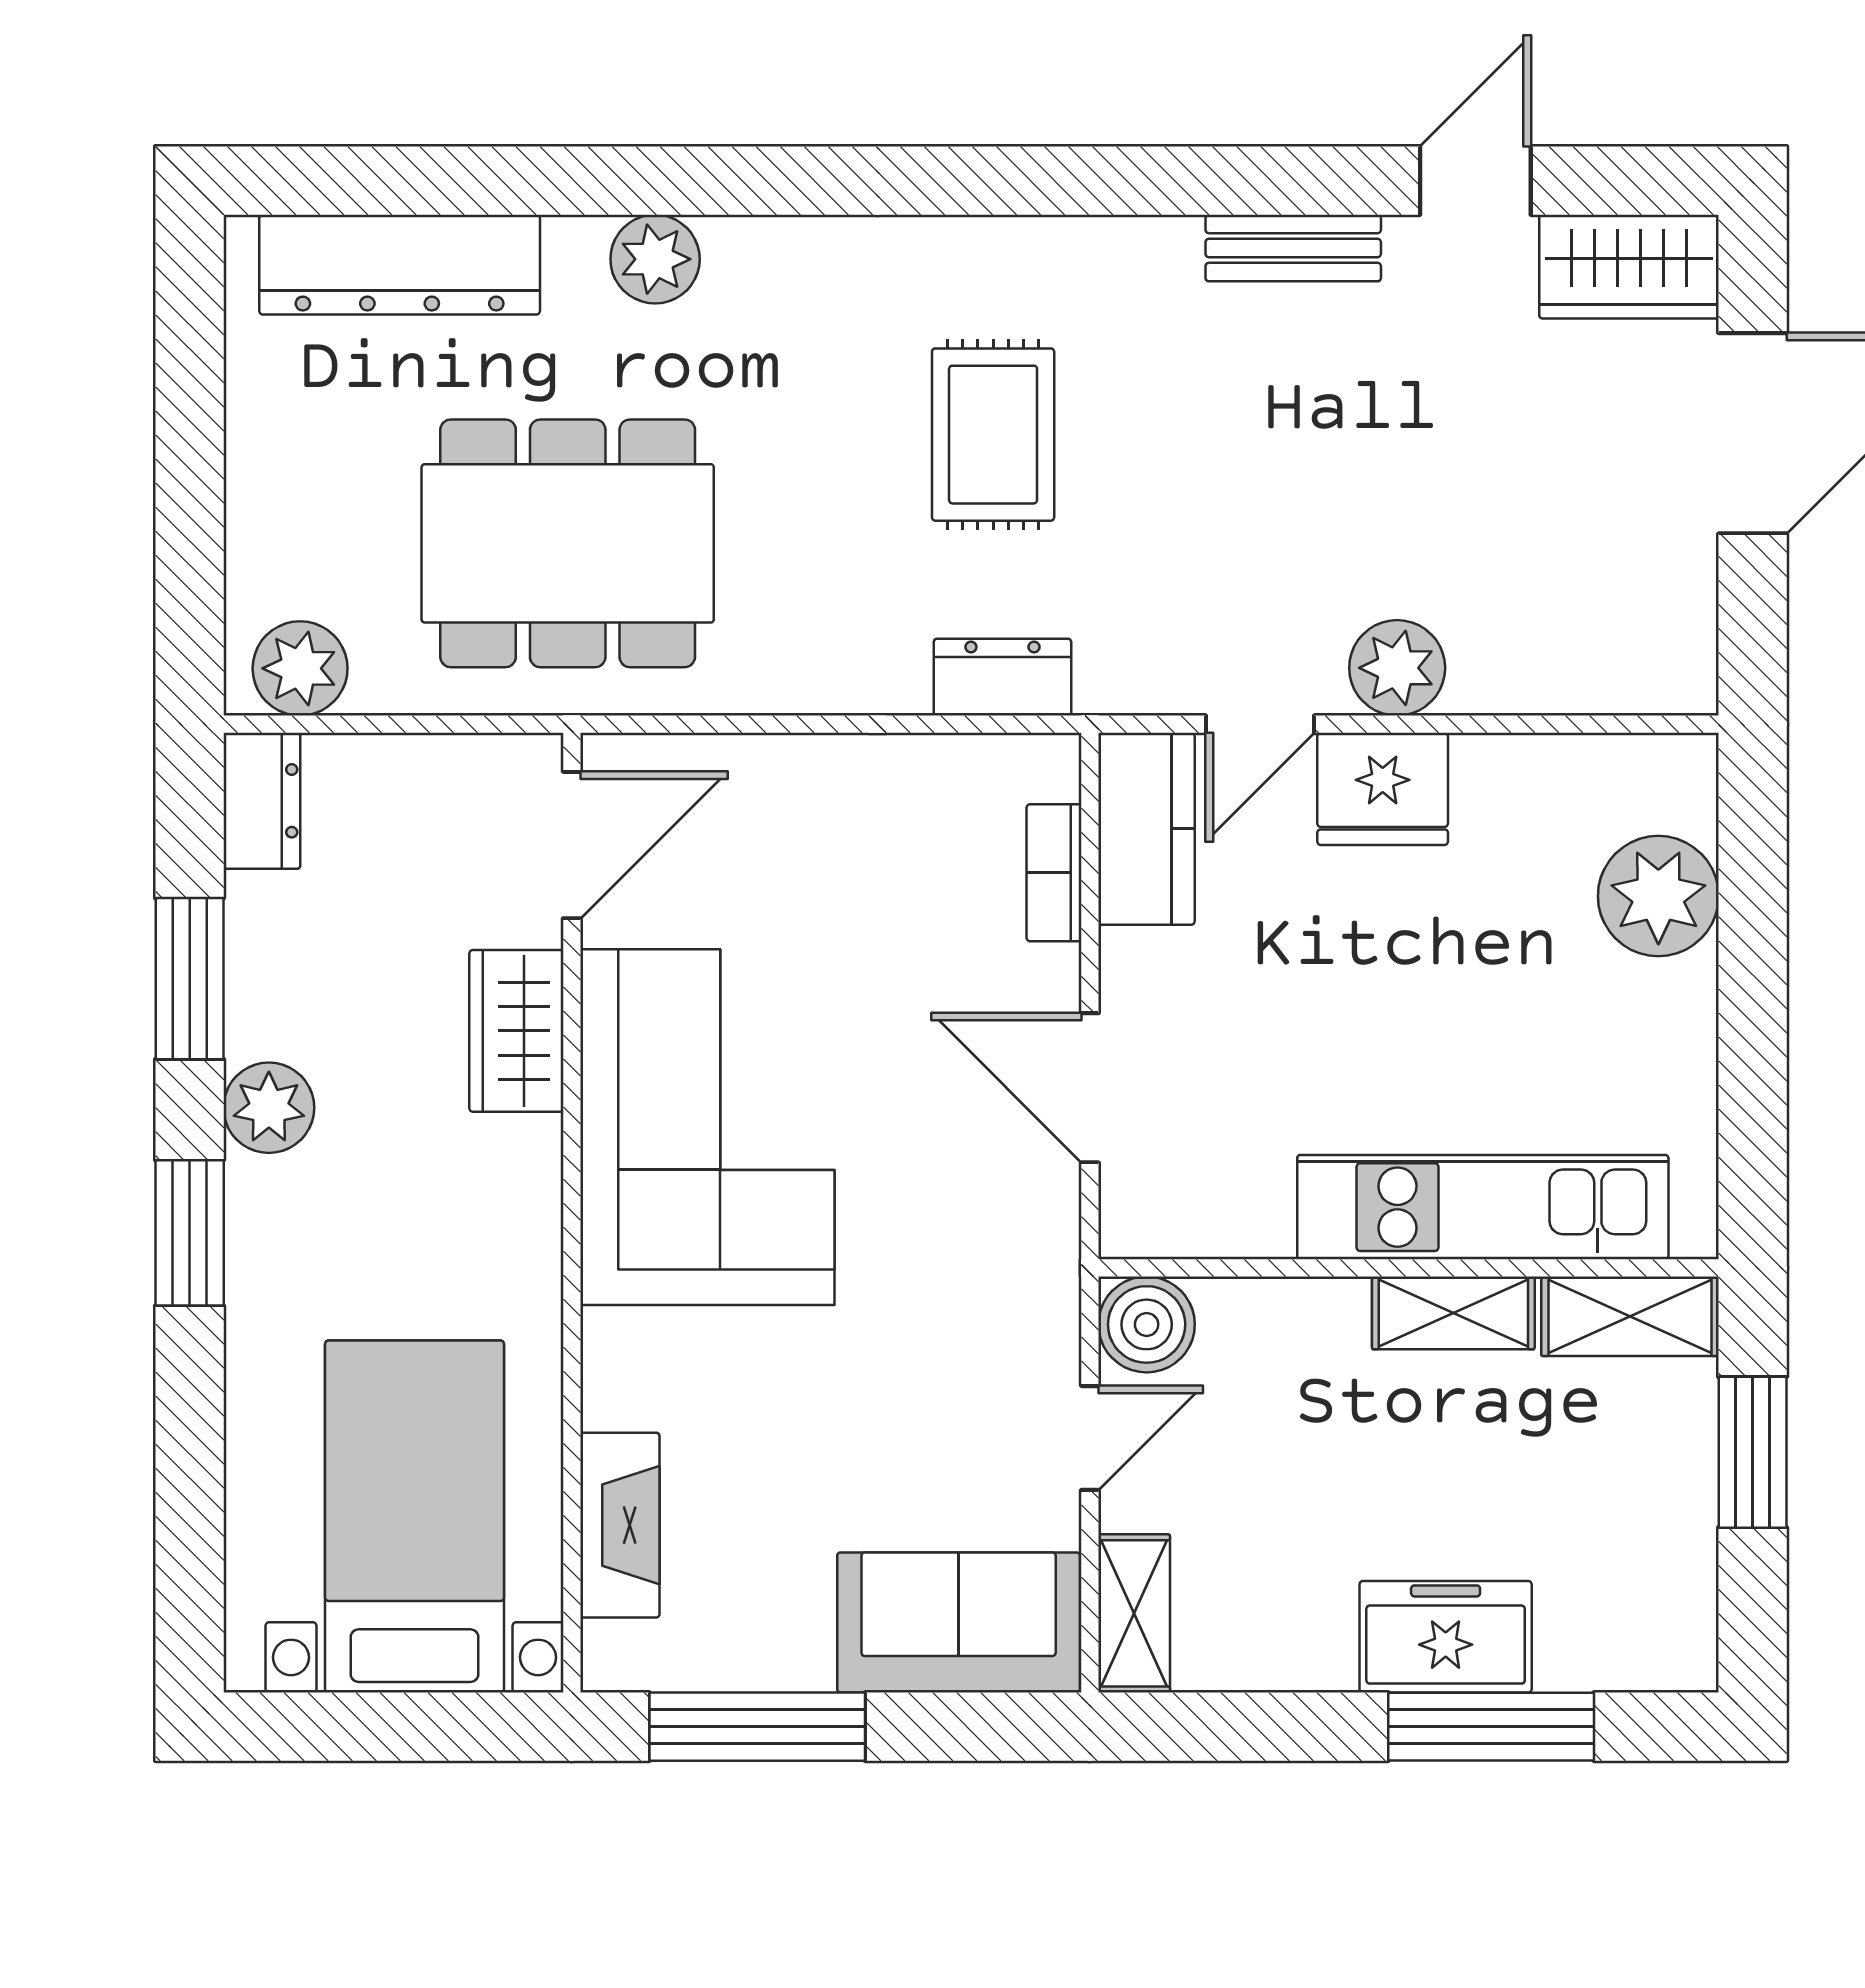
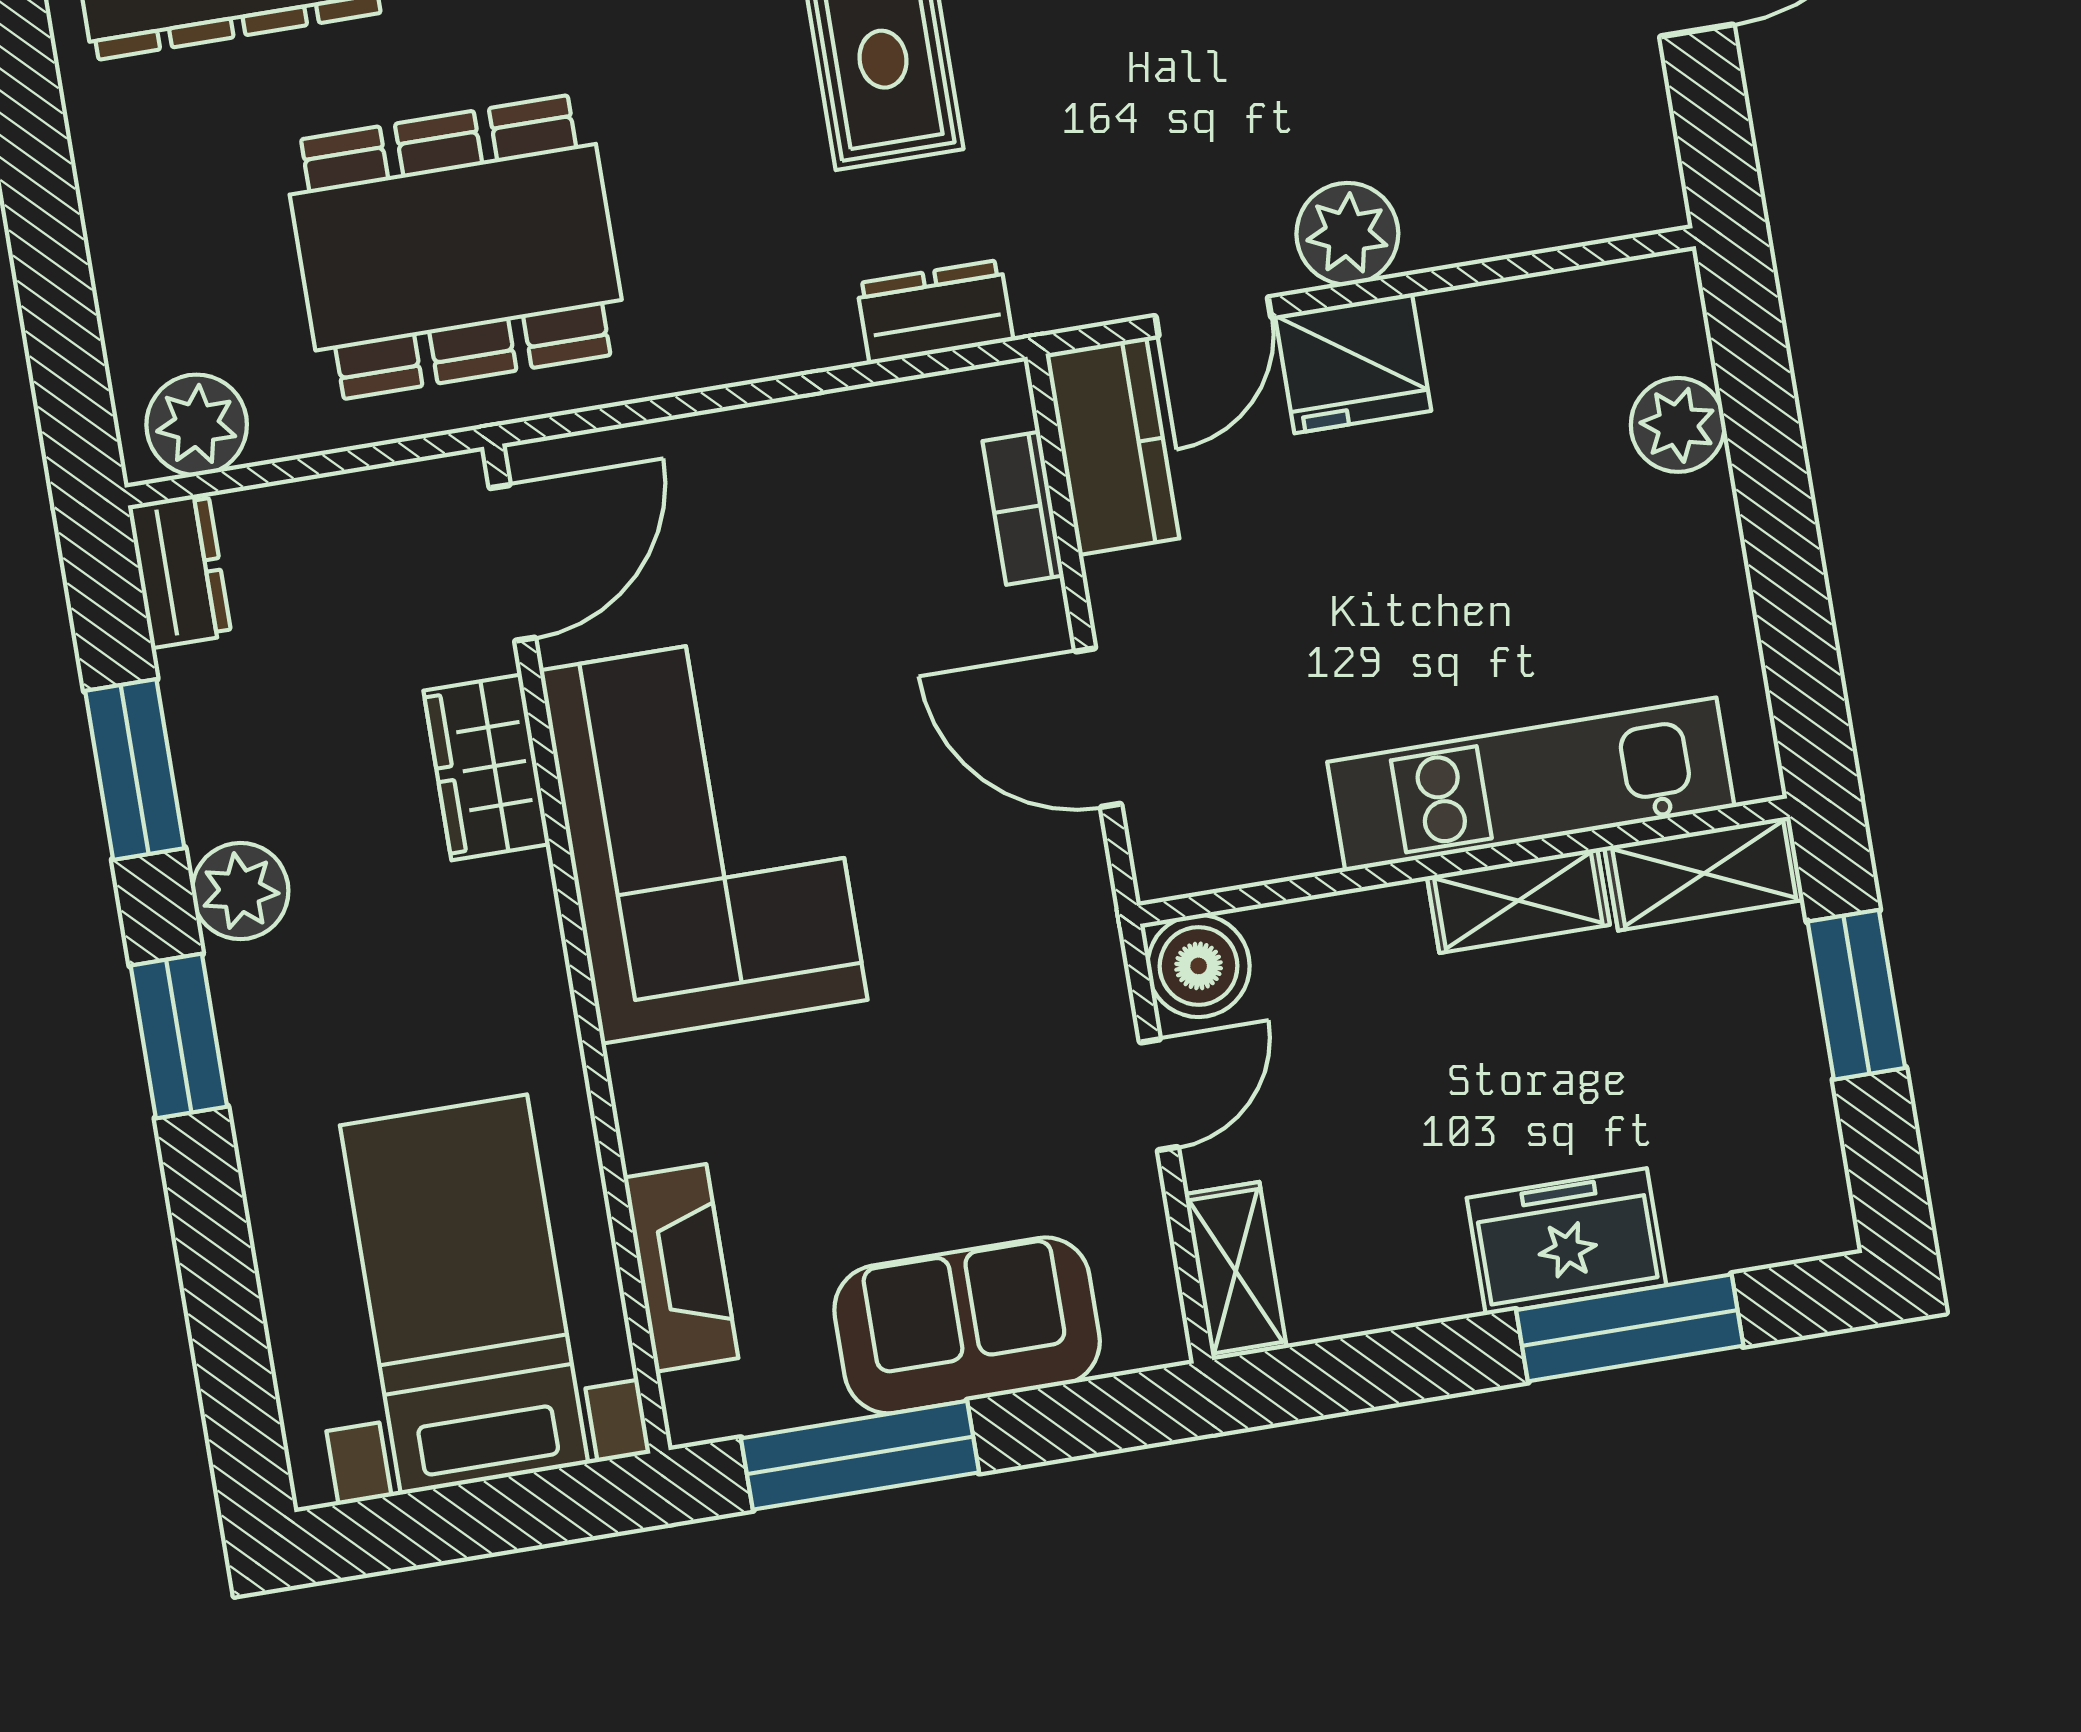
plant: (1658, 896) -> (1678, 425), width x0.73, depth x0.73
sofa: (959, 1622) -> (967, 1325), moved

